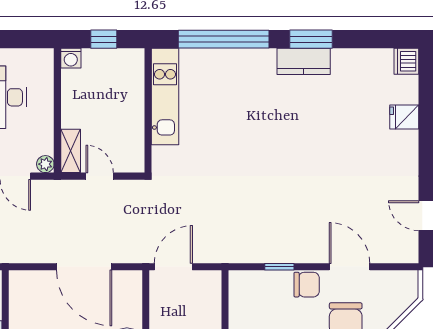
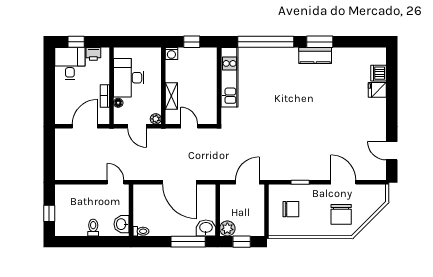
dishwasher: (406, 61) -> (379, 73), moved
shelving: (71, 151) -> (171, 96), moved
door: (173, 267) -> (247, 182), moved
chair: (307, 285) -> (291, 209), moved

